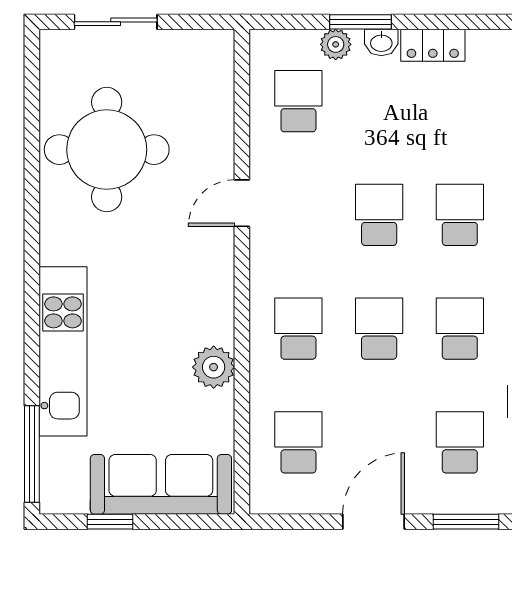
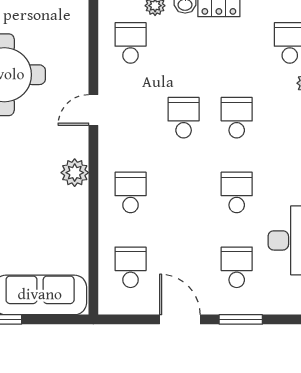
school desk: (379, 329) -> (184, 192), removed
plant: (214, 367) -> (75, 173), moved
door: (373, 522) -> (180, 319), hinge flipped

